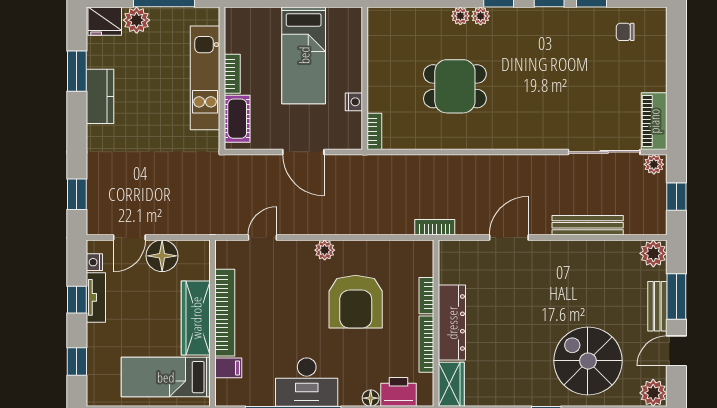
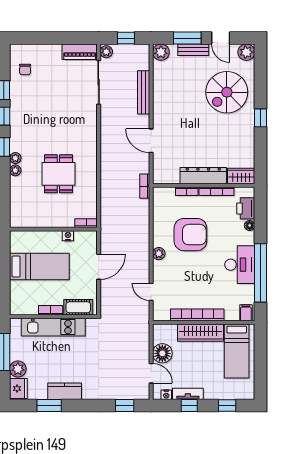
filing cabinet: (228, 368) -> (246, 313), moved

